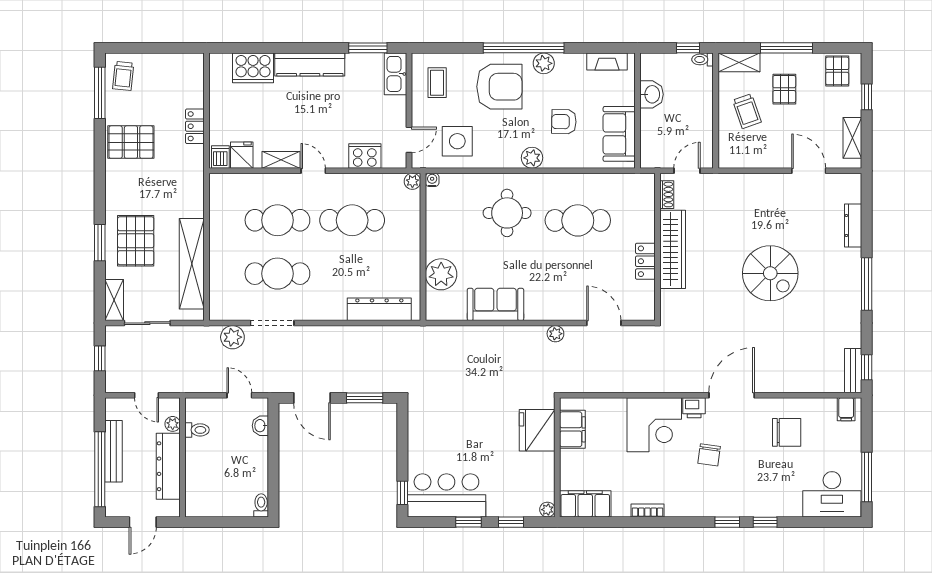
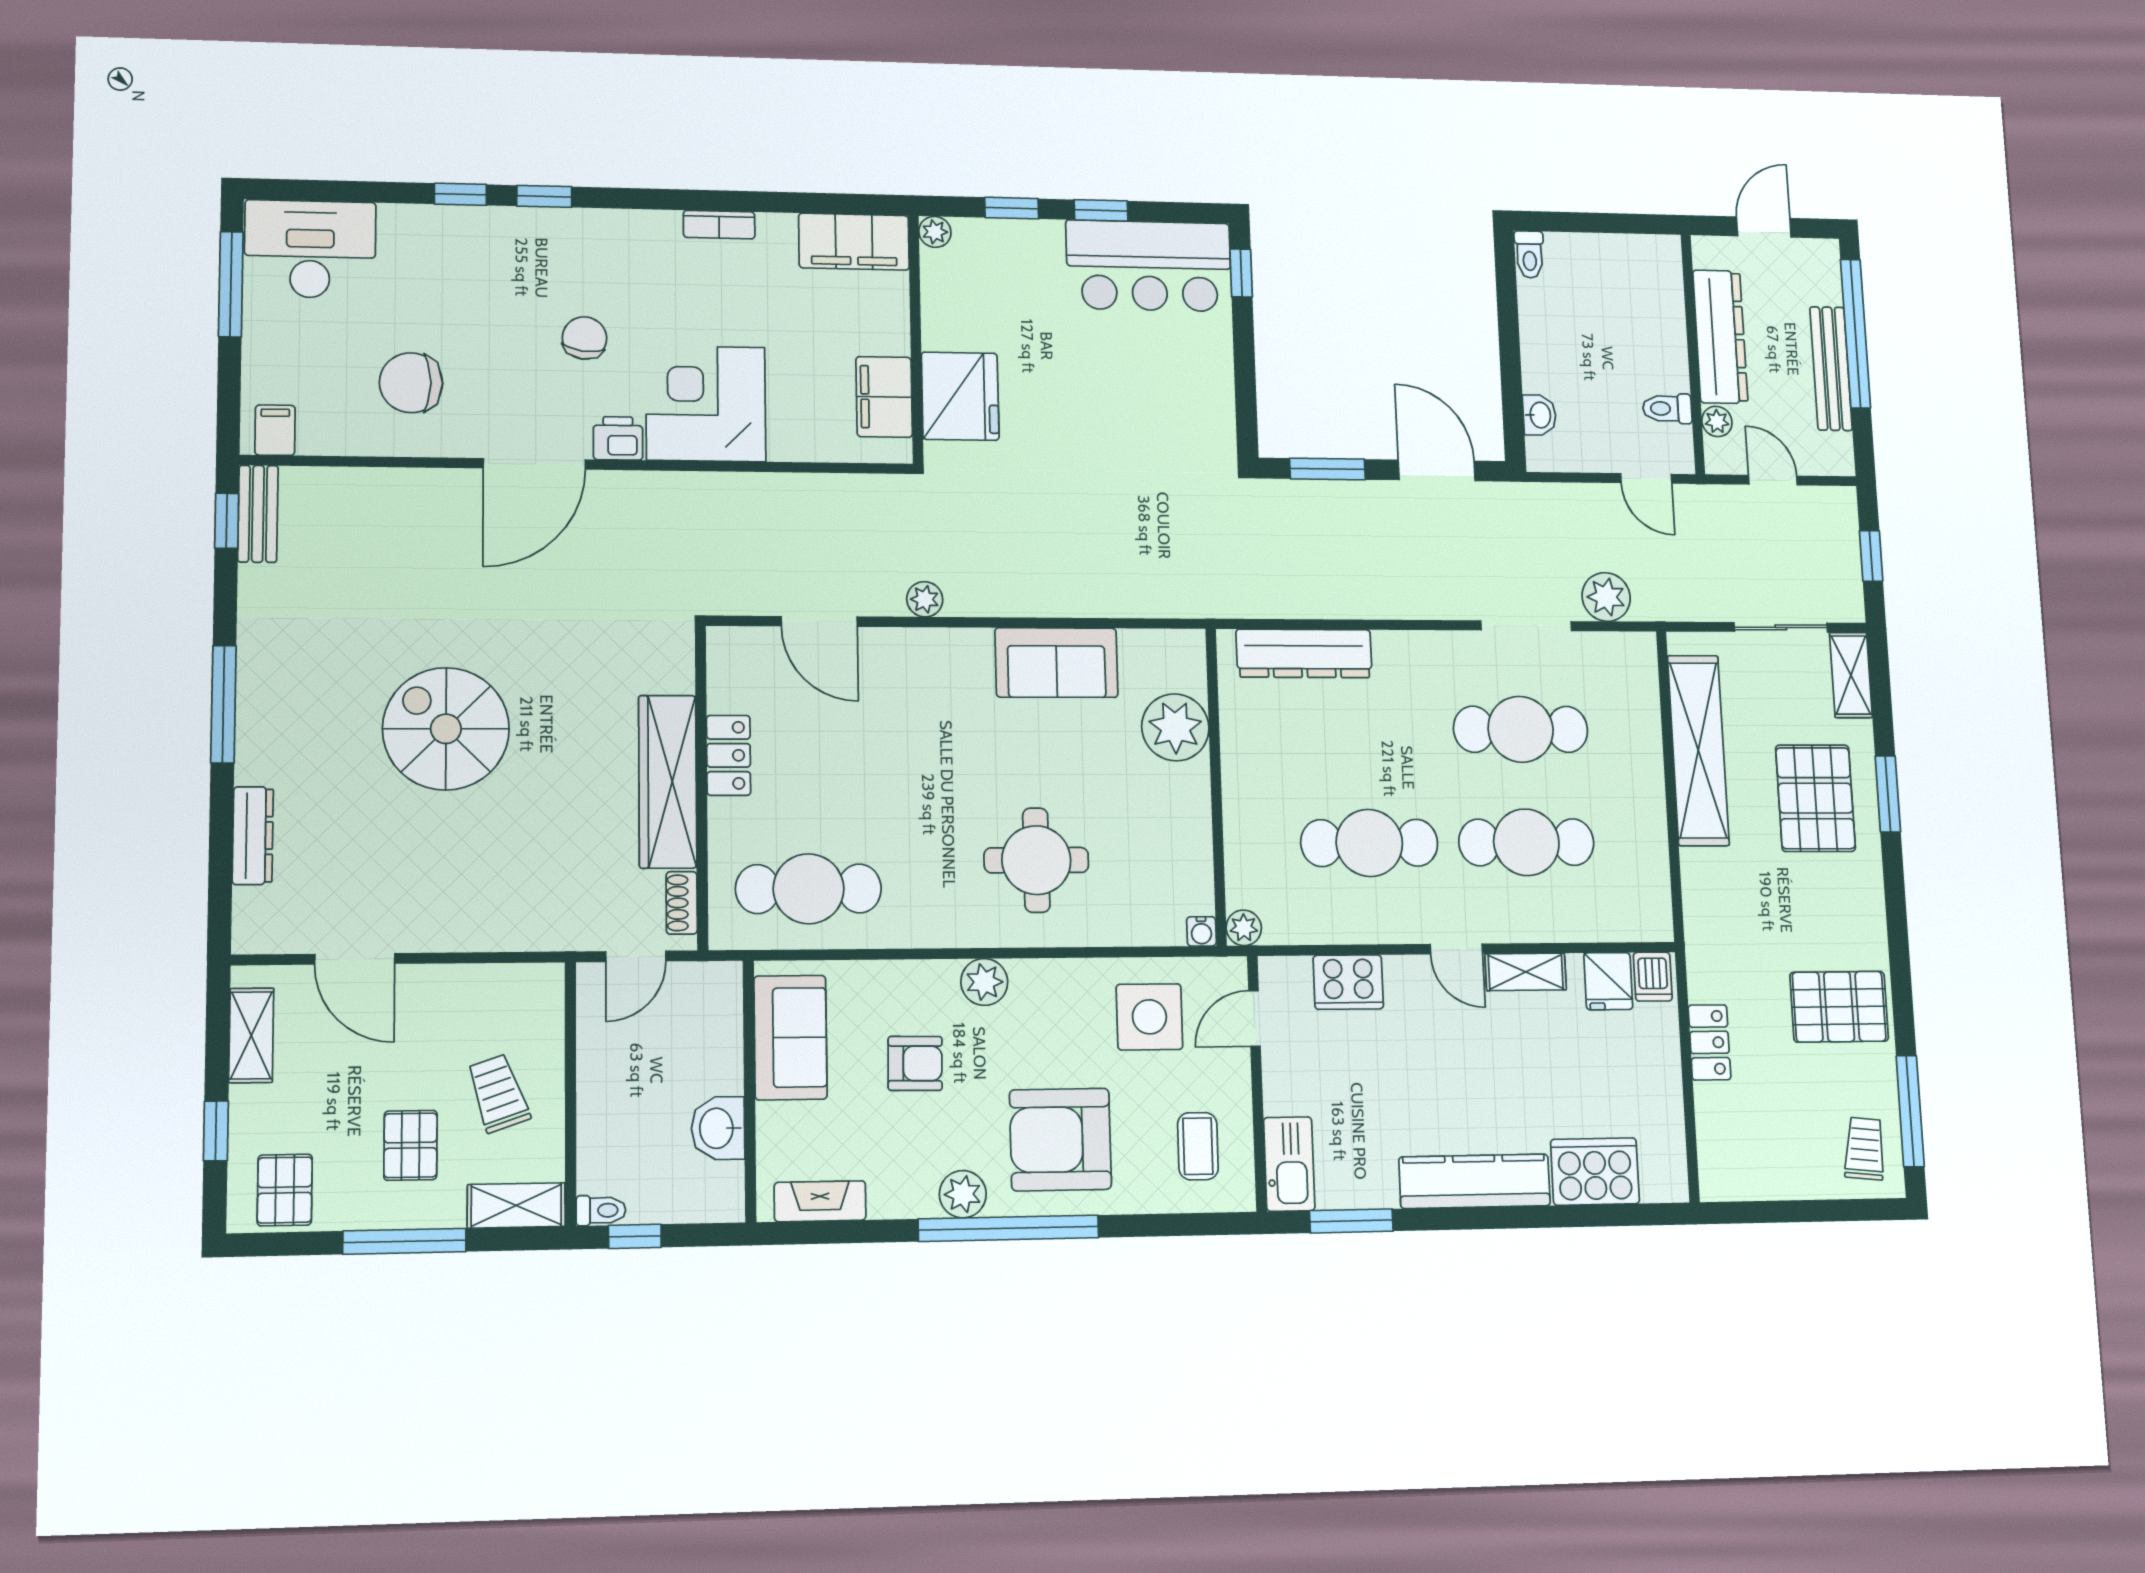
cafe table: (578, 220) -> (809, 889), moved
door: (239, 395) -> (1646, 478), moved

